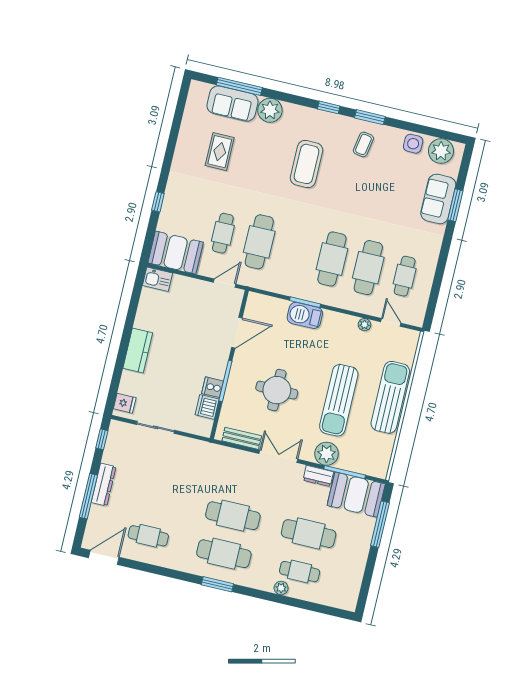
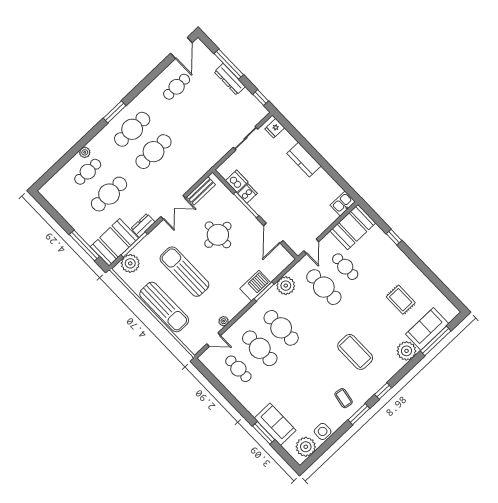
plant: (284, 283) -> (286, 286), added
plant: (327, 454) -> (130, 263), moved

